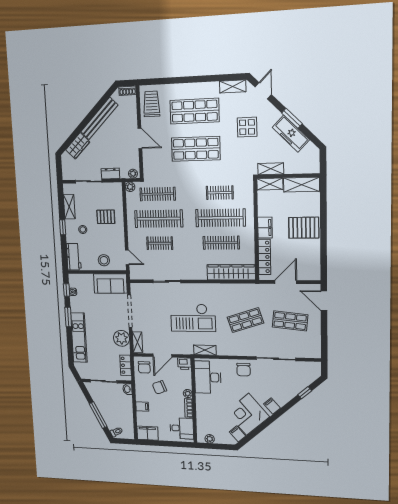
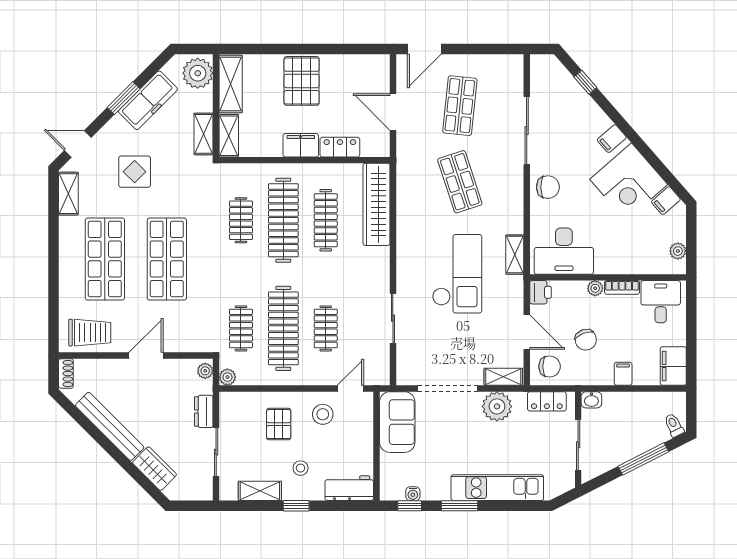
trolley: (152, 104) -> (90, 333), turned 180
plant: (308, 164) -> (198, 73), added
clothes rail: (158, 194) -> (241, 328), width x0.73
locker: (264, 257) -> (340, 147), width x0.66
stool: (104, 260) -> (323, 414), moved

